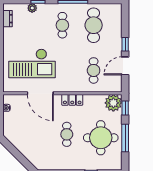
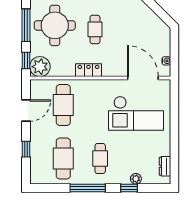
window: (125, 44) -> (26, 149), moved
checkout: (32, 63) -> (136, 113), turned 180
cafe table: (94, 70) -> (63, 105), width x1.37, depth x1.35
door: (40, 93) -> (143, 78), moved

